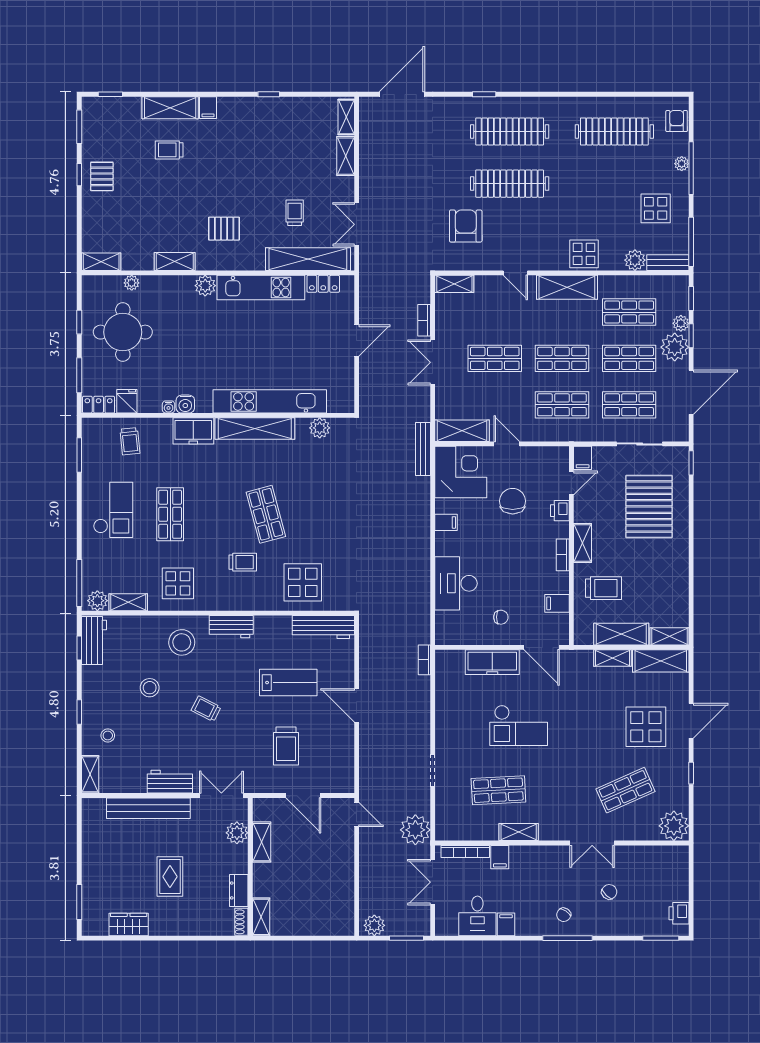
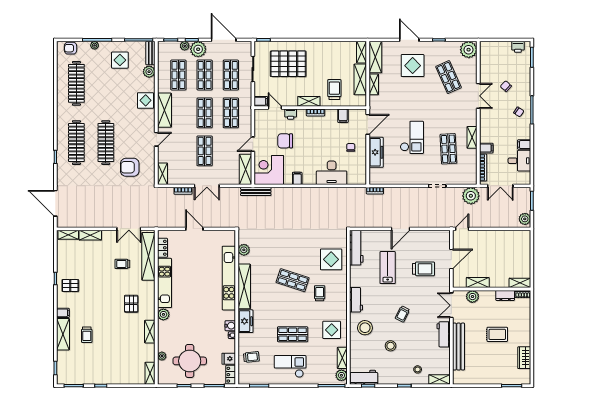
pallet: (102, 176) -> (70, 285), moved
shop shelf: (266, 514) -> (293, 280), turned 33

